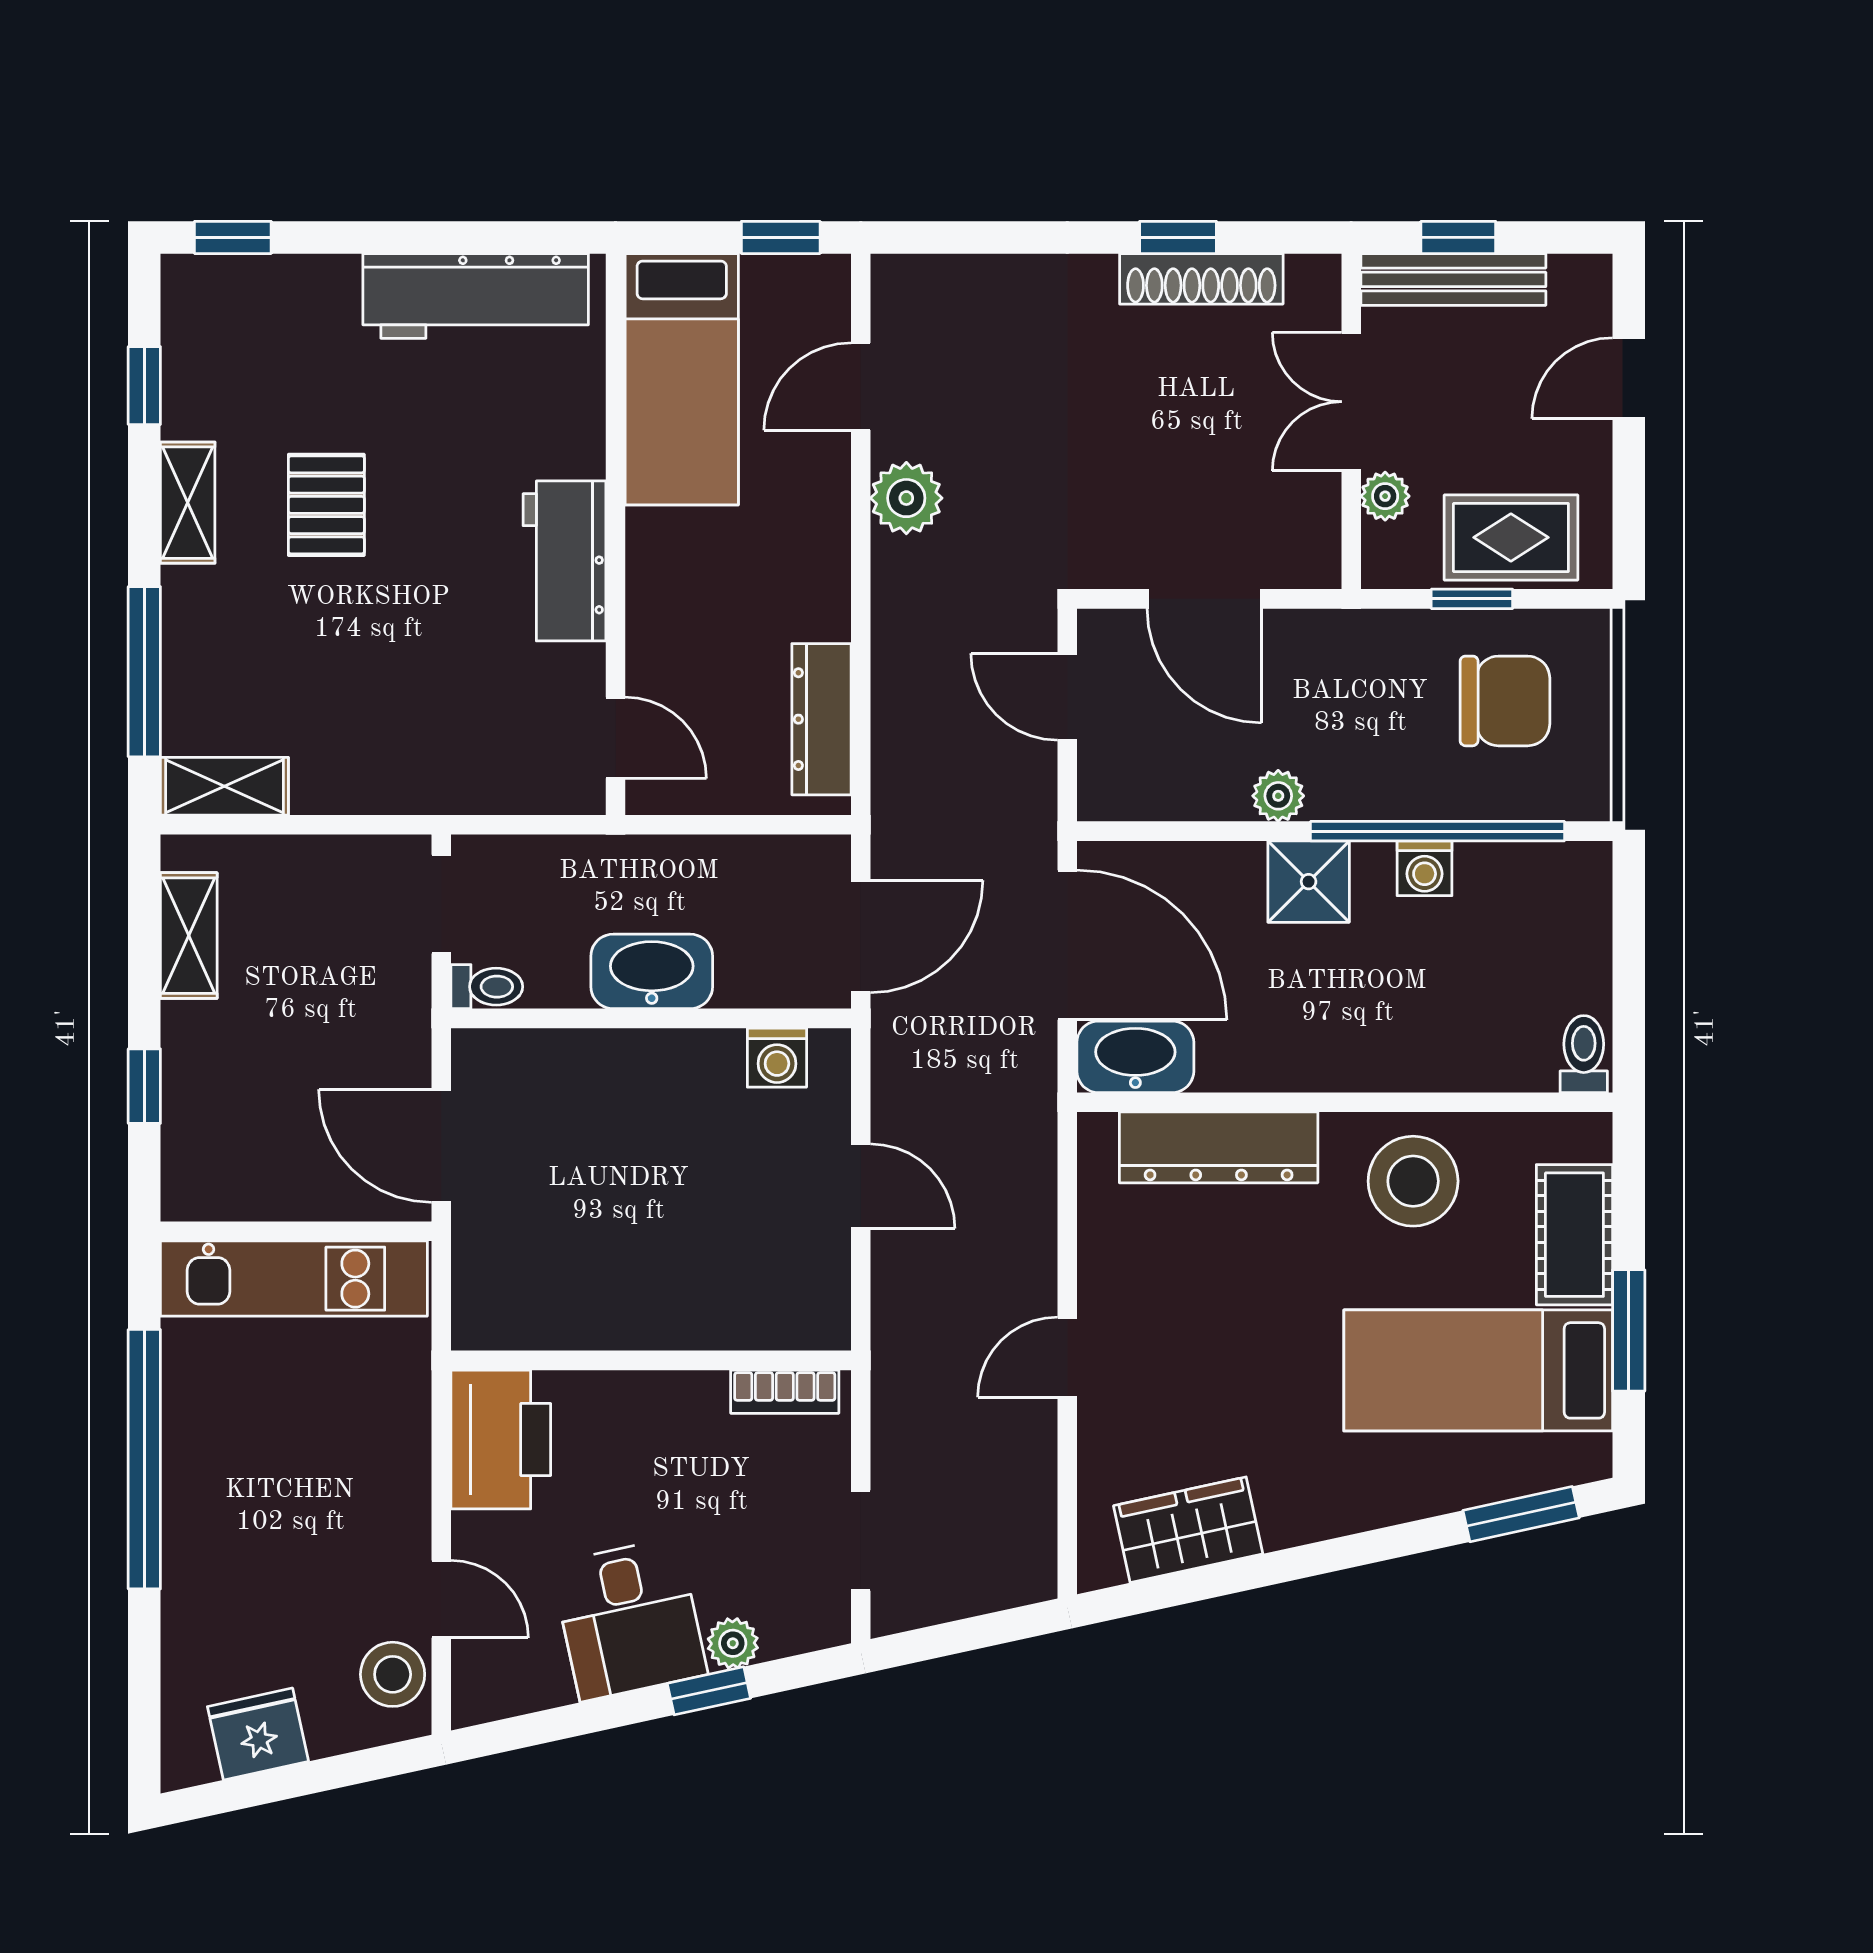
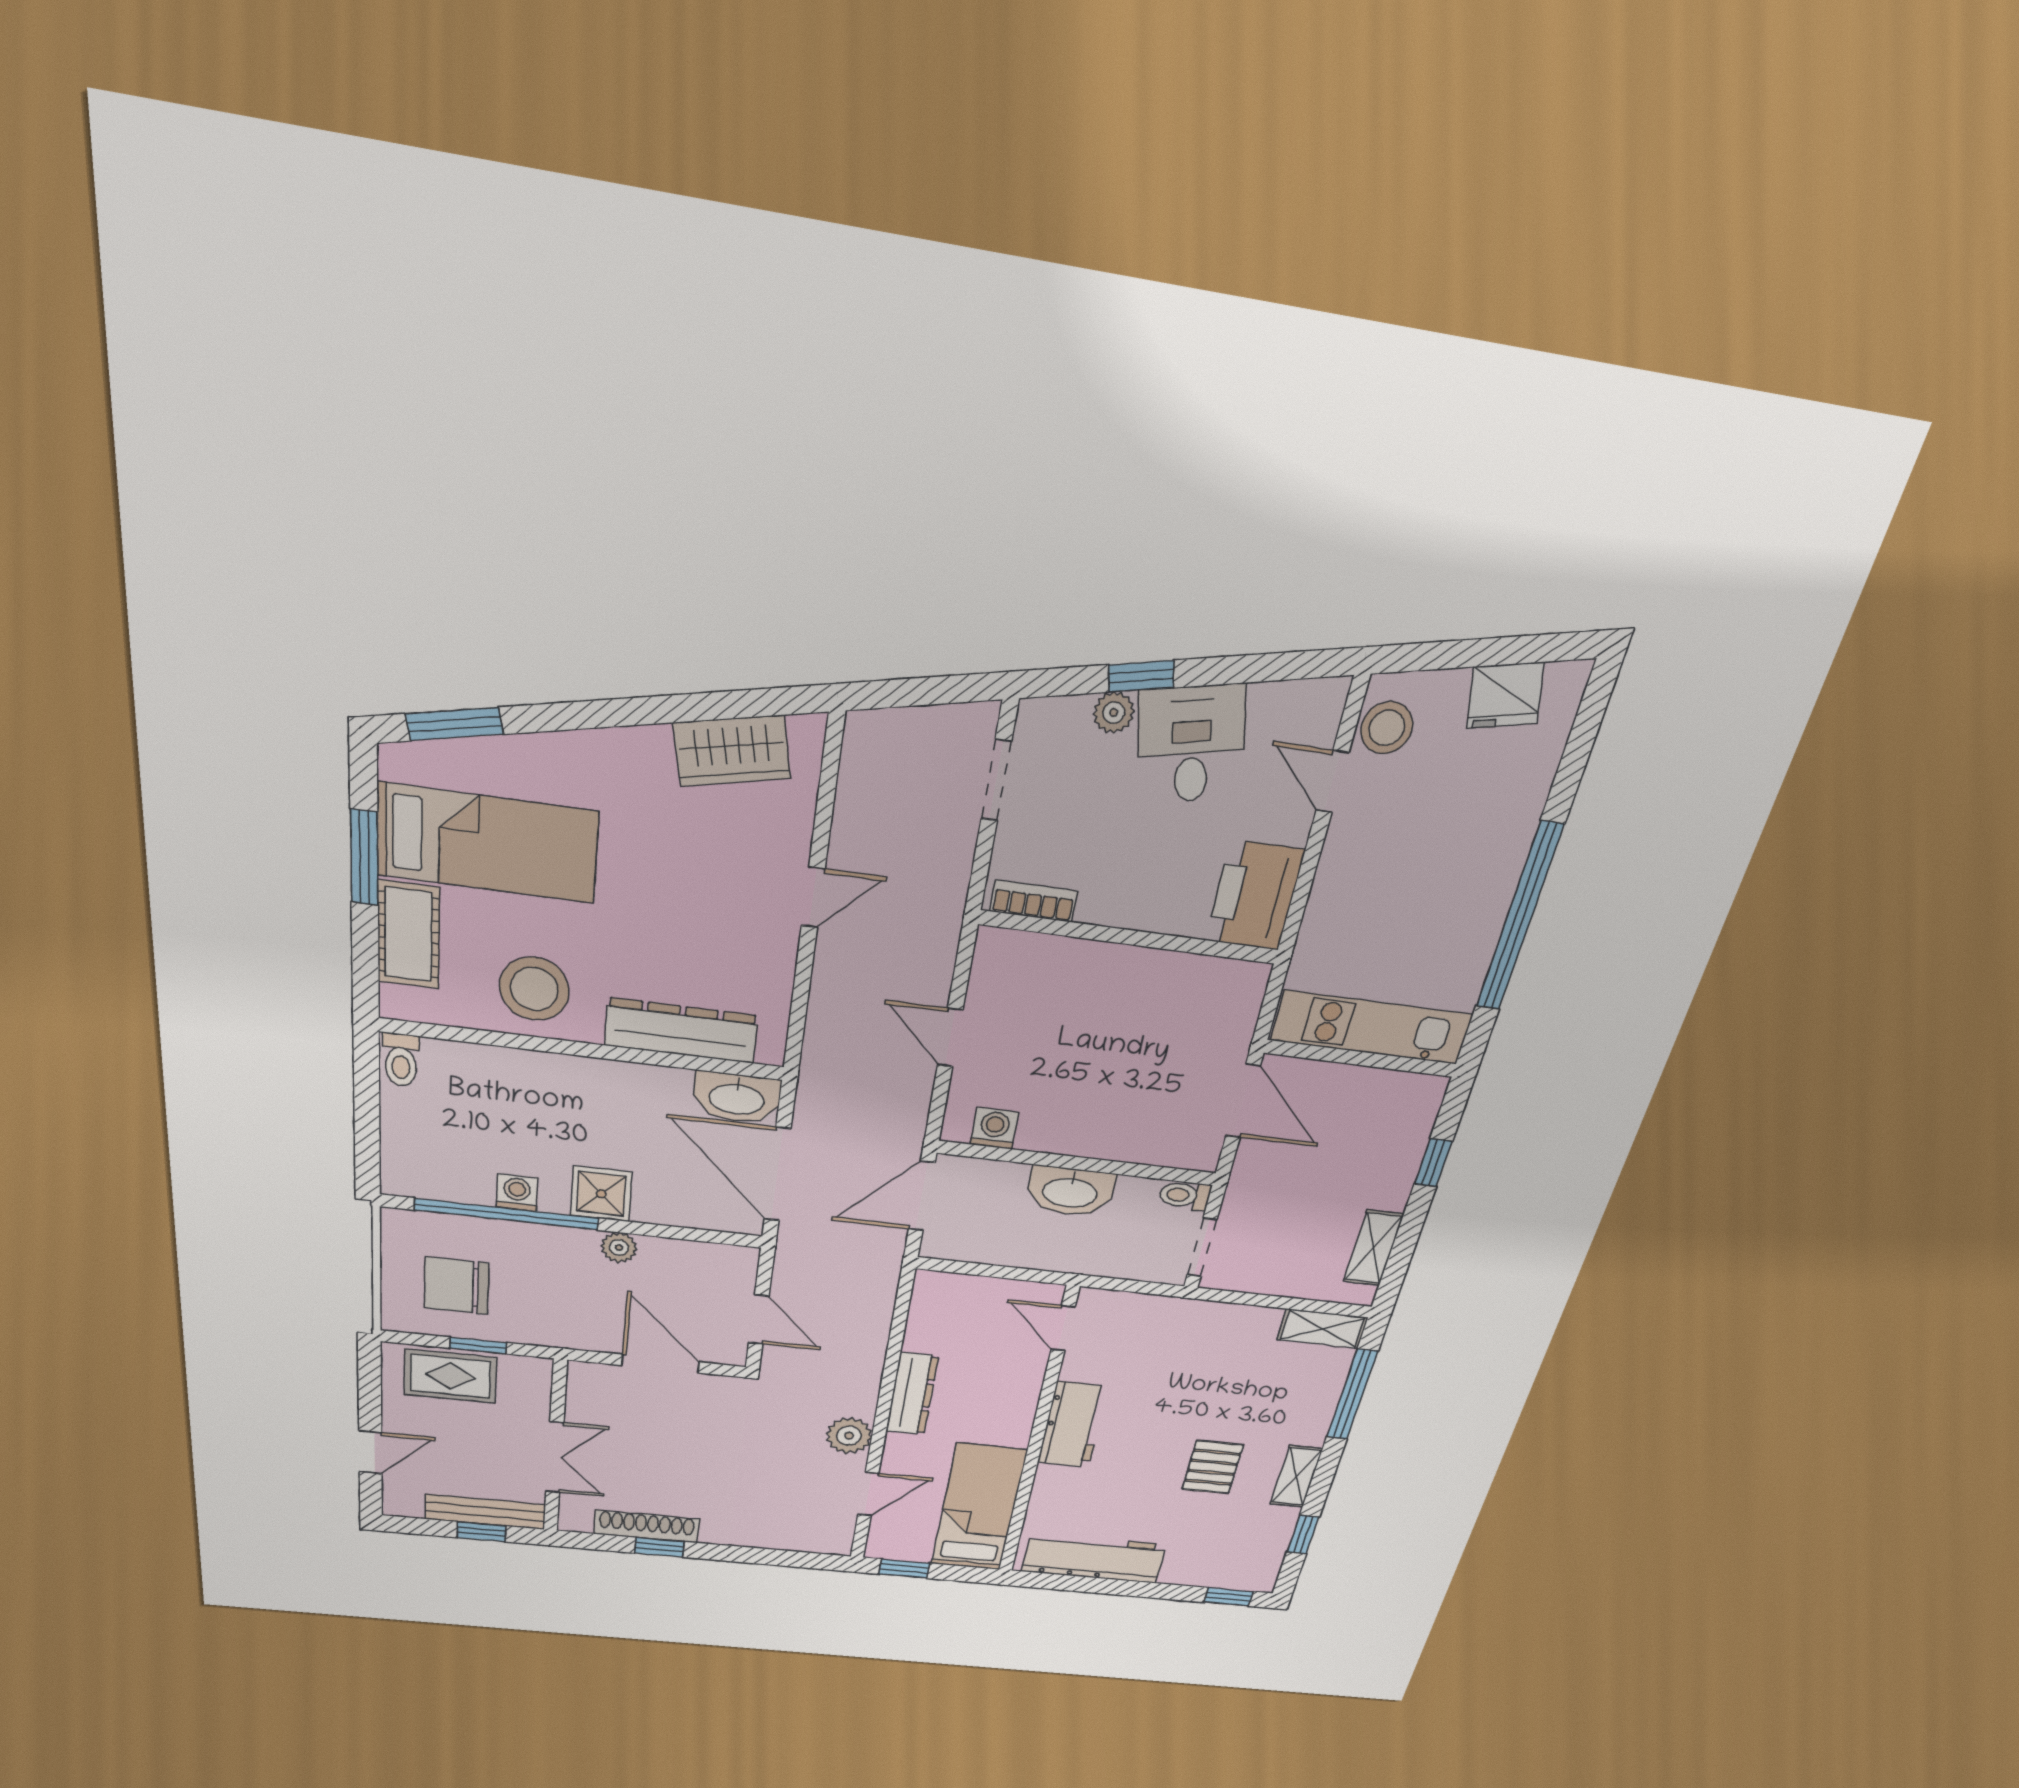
plant: (1385, 496) -> (535, 1406), removed
dresser: (821, 719) -> (912, 1394), moved

